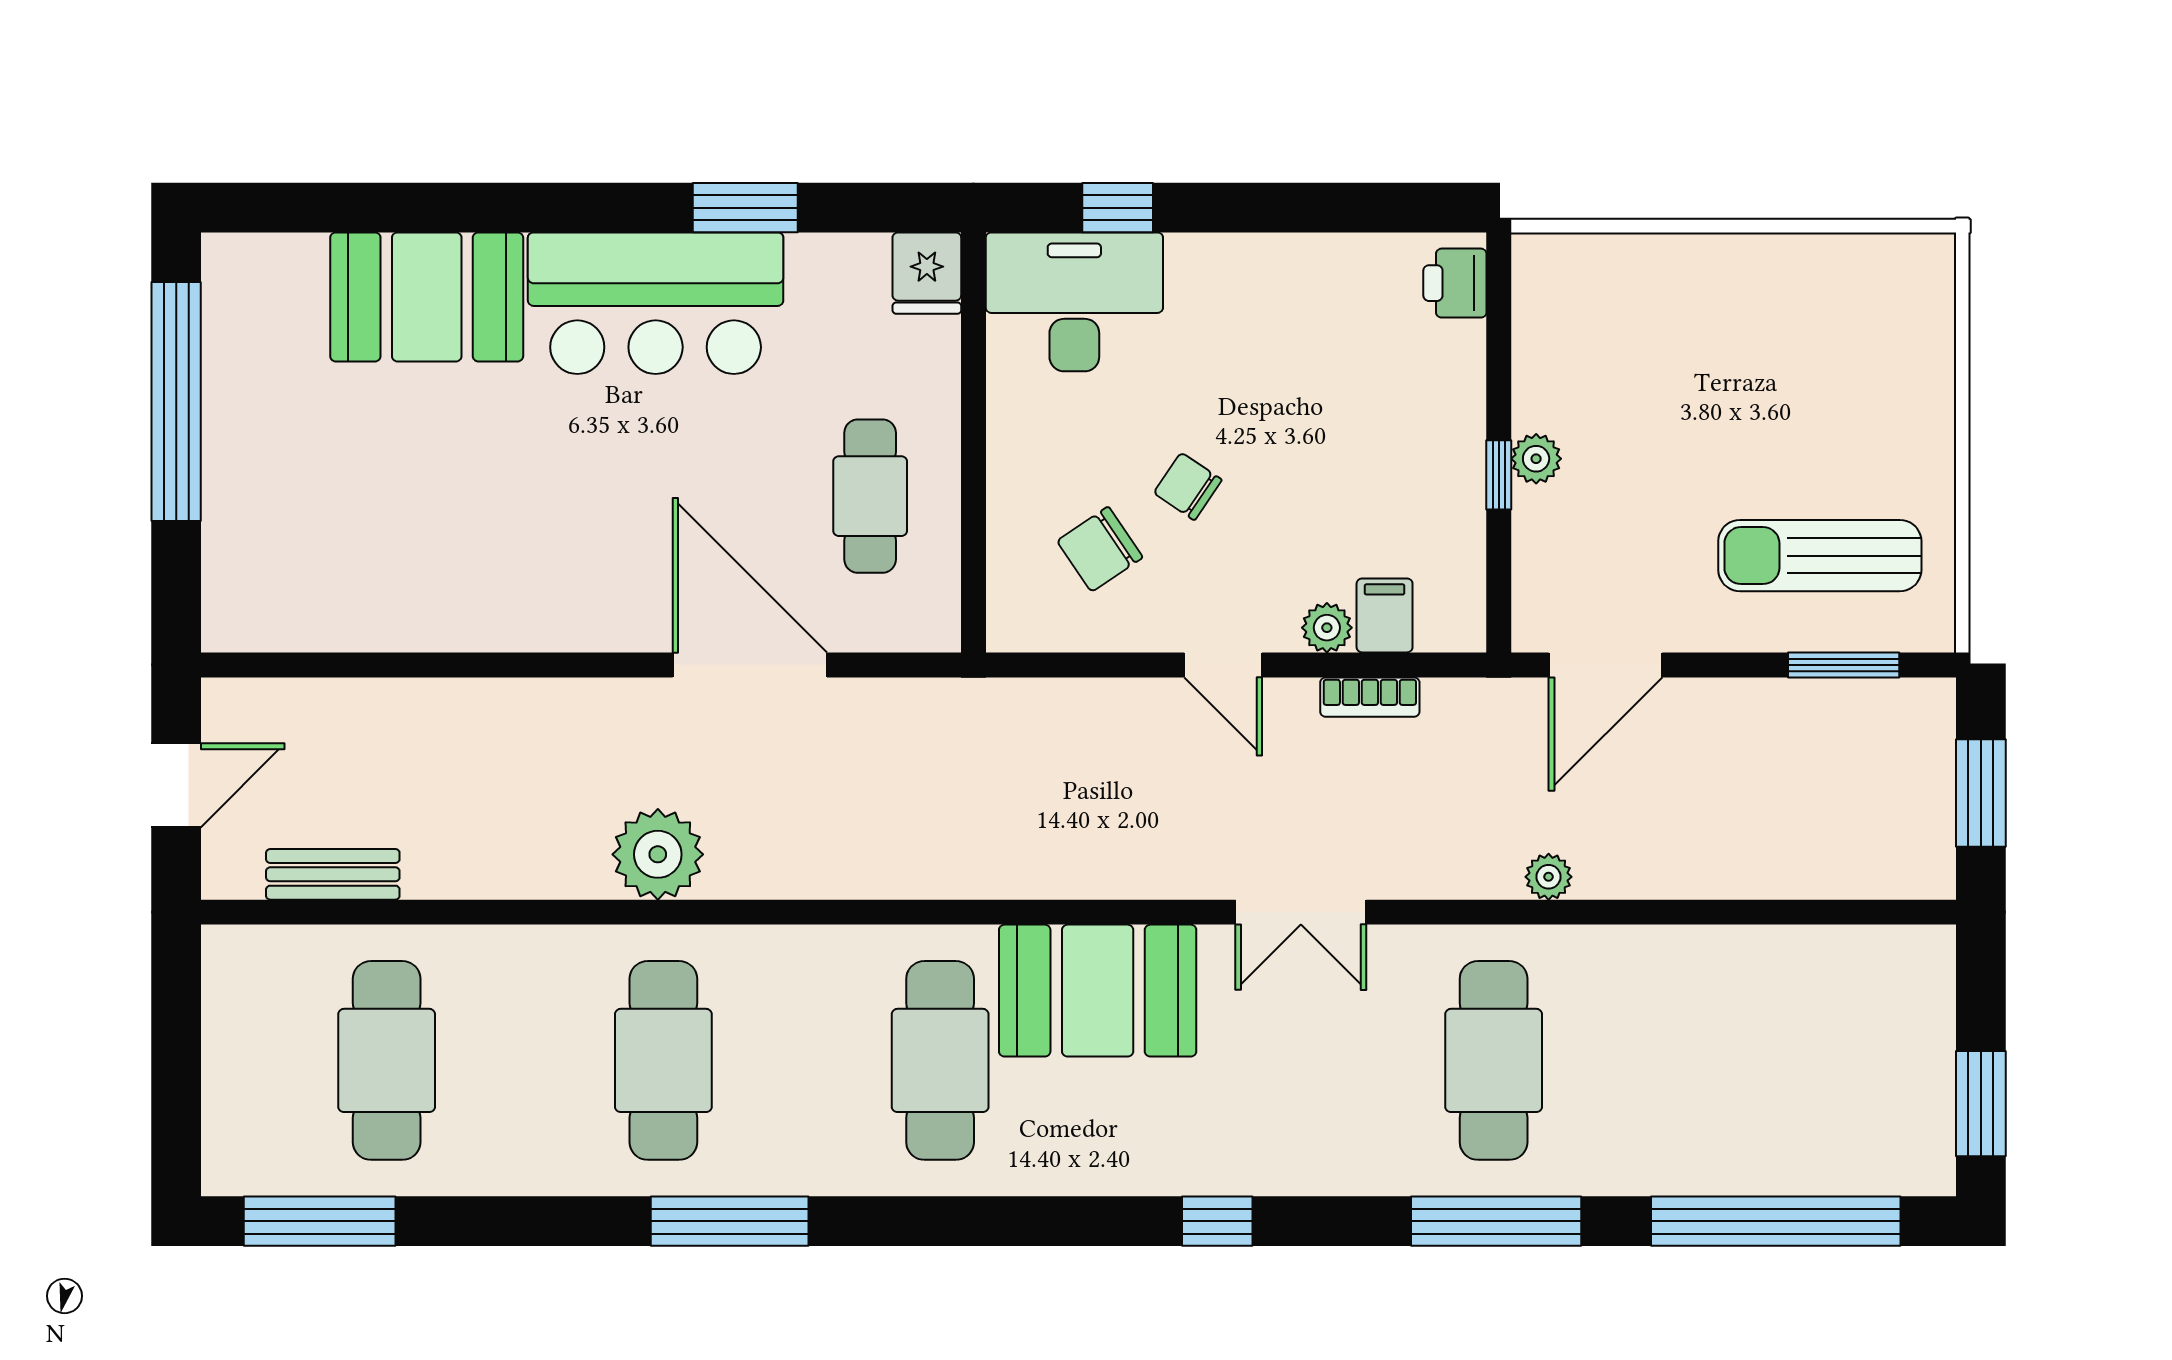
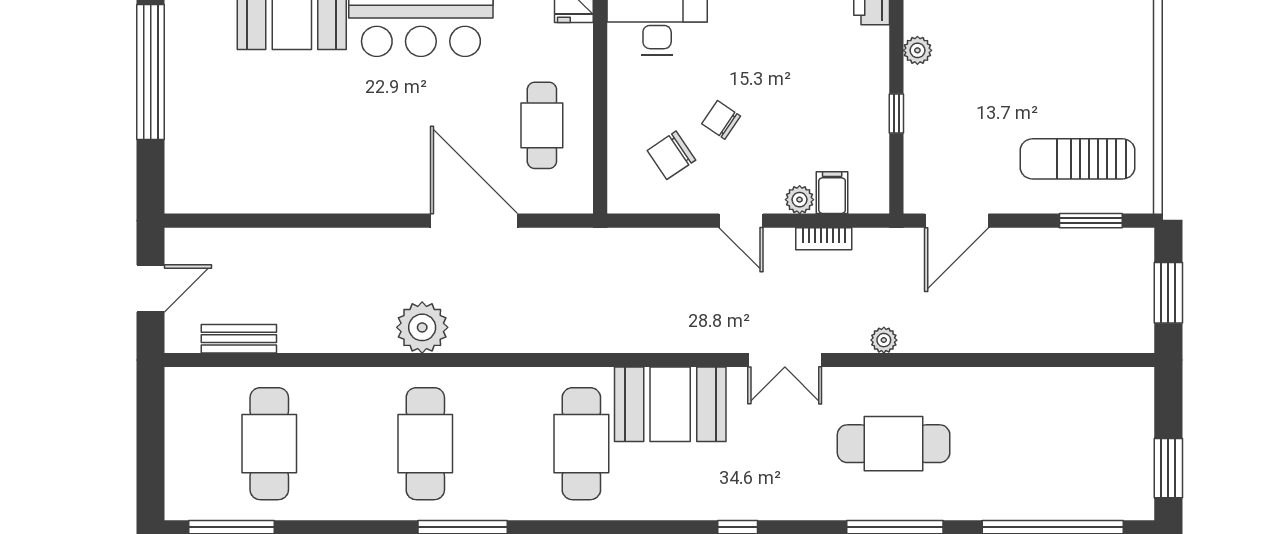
plant: (1536, 459) -> (917, 50), moved
plant: (1549, 877) -> (884, 340), moved
cafe table: (1494, 1060) -> (894, 444), turned 90

